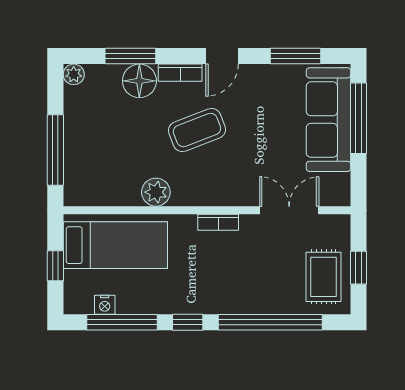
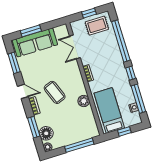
floor lamp: (139, 81) -> (46, 133), moved
window: (358, 118) -> (31, 31), width x0.69

